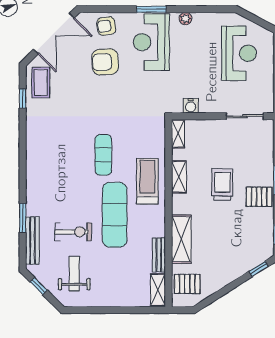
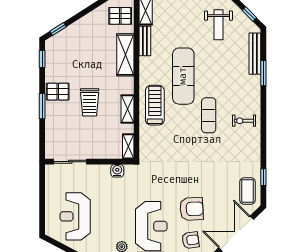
exercise mat: (103, 155) -> (209, 115), moved
treadmill: (147, 181) -> (155, 105), turned 180
exercise bike: (73, 232) -> (244, 121), moved, width x0.73, depth x0.72

